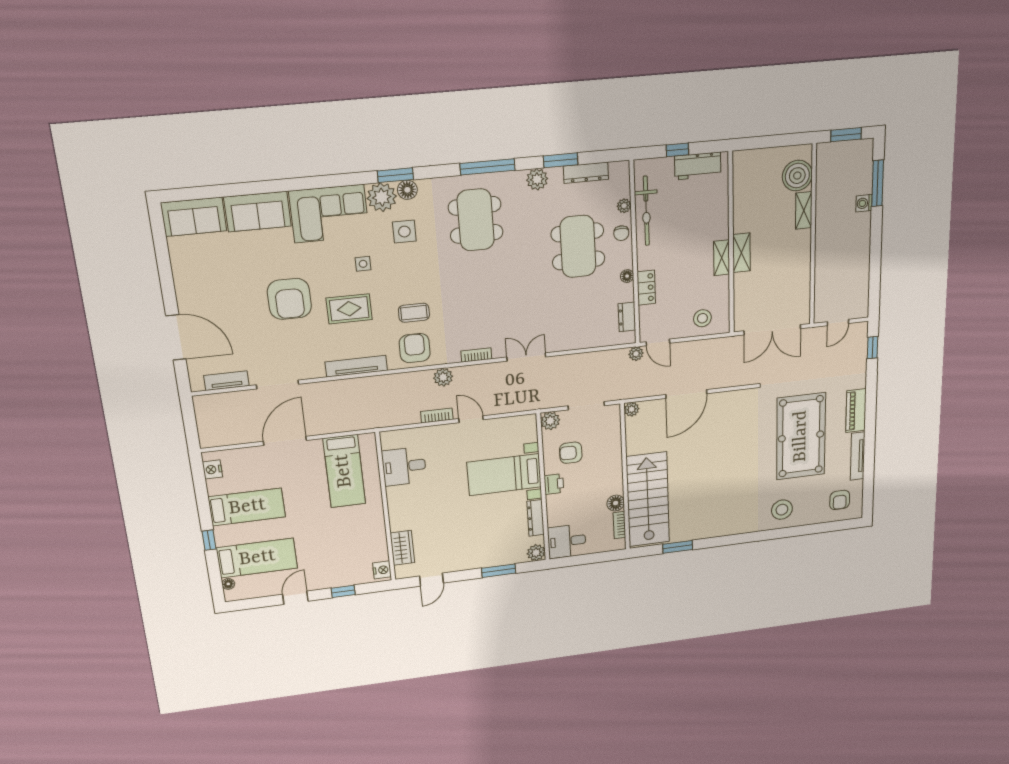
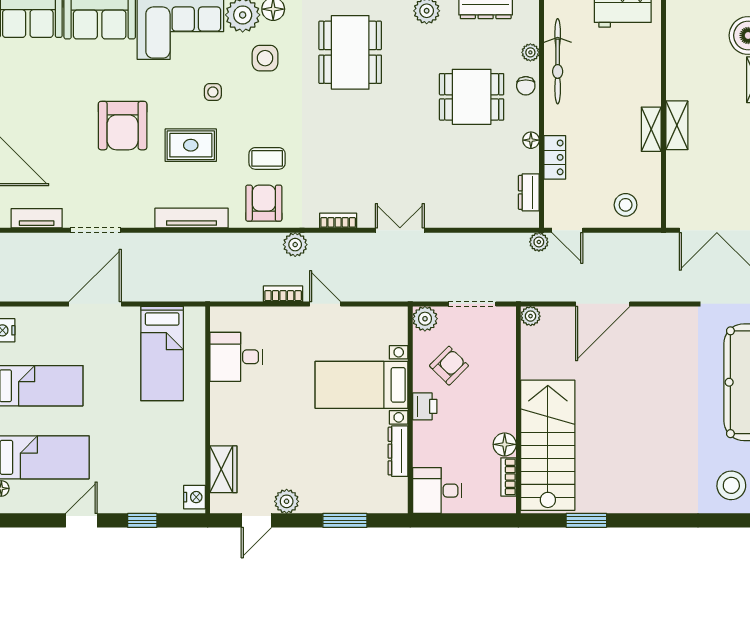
dining table: (578, 246) -> (472, 97), width x0.73
armchair: (571, 453) -> (449, 366), turned 135
plant: (536, 553) -> (287, 501), moved

